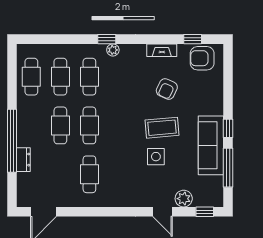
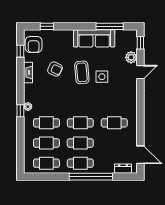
cafe table: (31, 125) -> (80, 163), added
window: (228, 128) -> (47, 26), moved
dresser: (23, 160) -> (123, 169), moved

